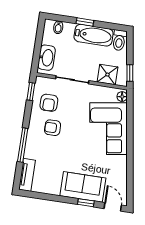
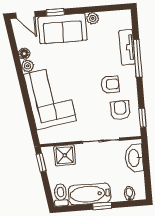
floor lamp: (122, 97) -> (24, 54), moved
plant: (122, 161) -> (28, 66), added
tv unit: (27, 175) -> (127, 47), moved
plant: (54, 190) -> (93, 18), added

